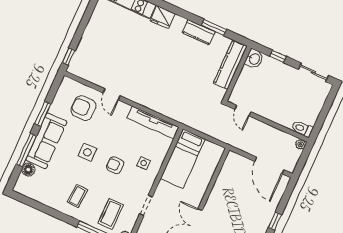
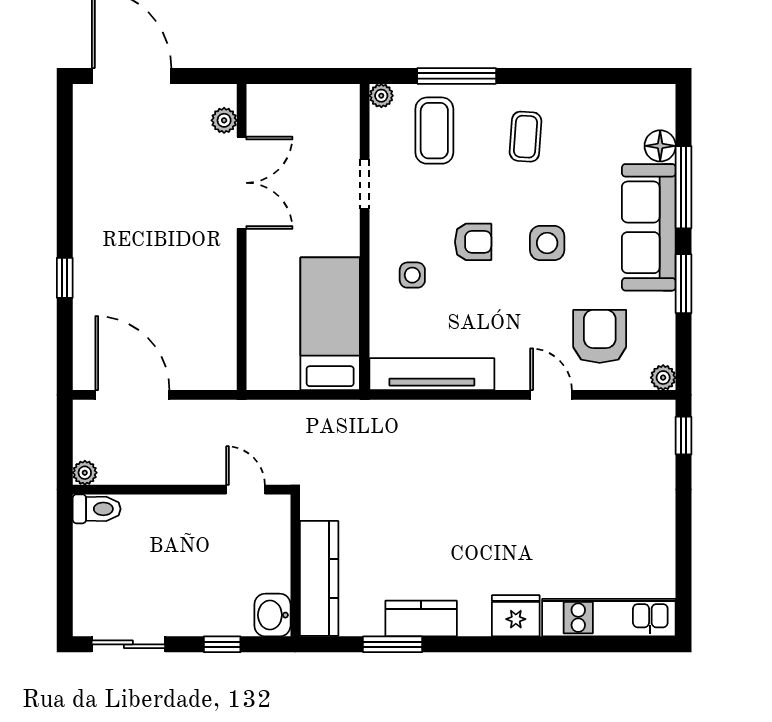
plant: (67, 82) -> (663, 378), added
armchair: (83, 108) -> (600, 336), turned -90

